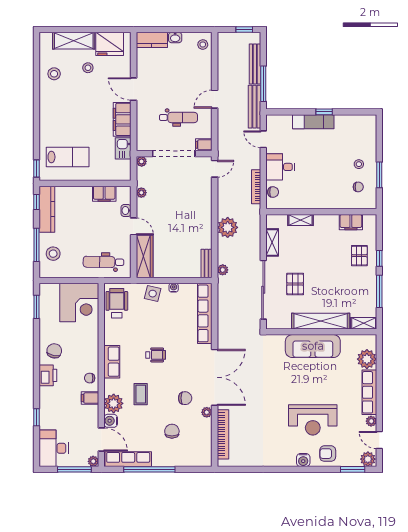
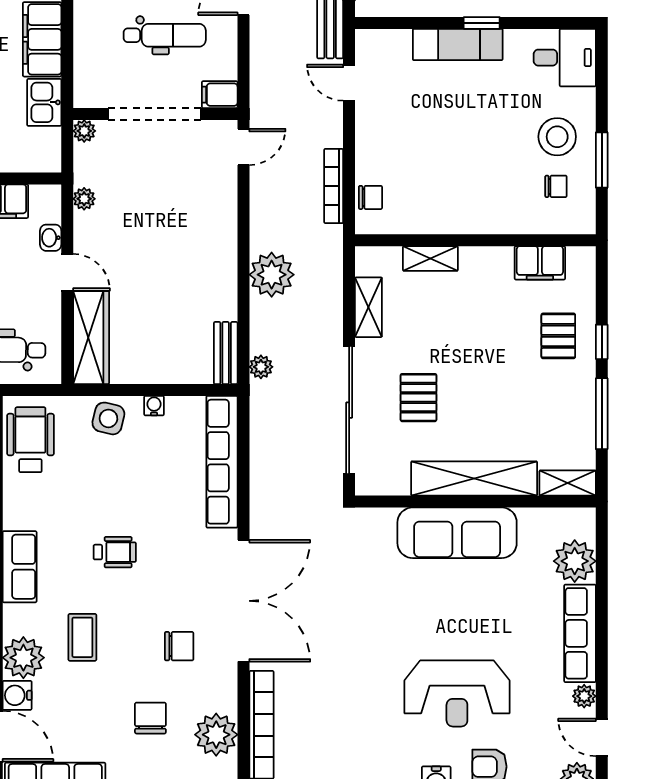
stool: (359, 164) -> (557, 137), width x1.89, depth x1.89
desk: (280, 167) -> (565, 58), moved, turned 180
plant: (207, 412) -> (216, 735), moved, width x1.87, depth x1.87

